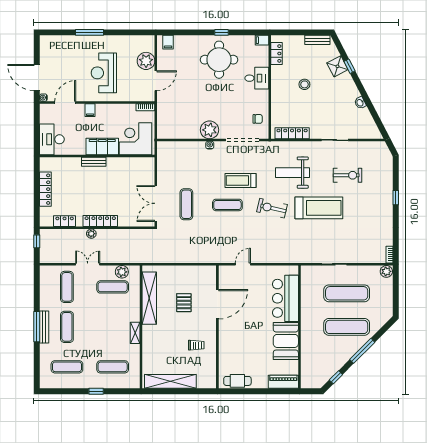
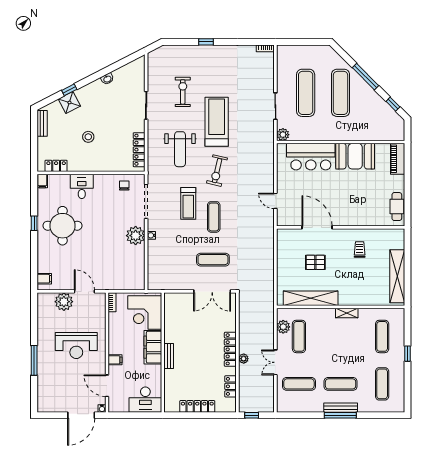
plant: (386, 271) -> (283, 135), moved

